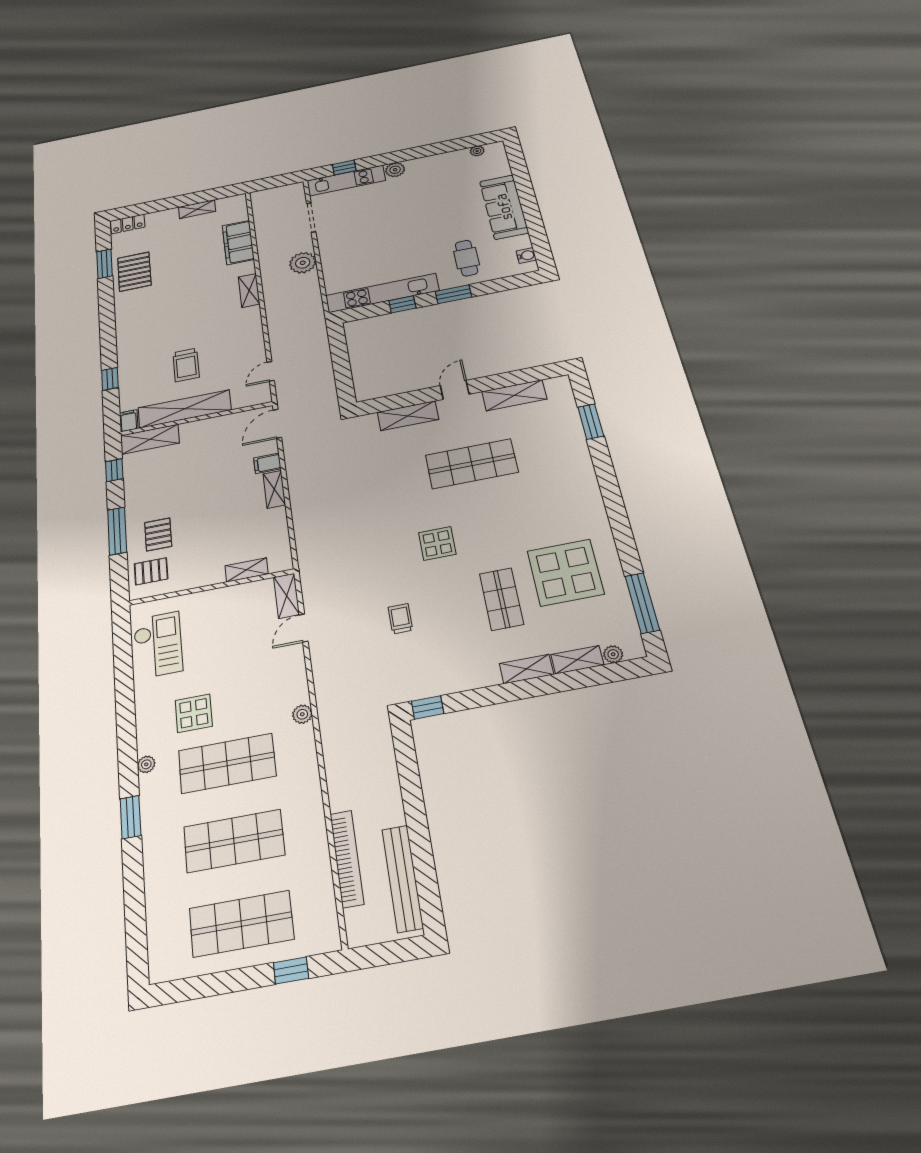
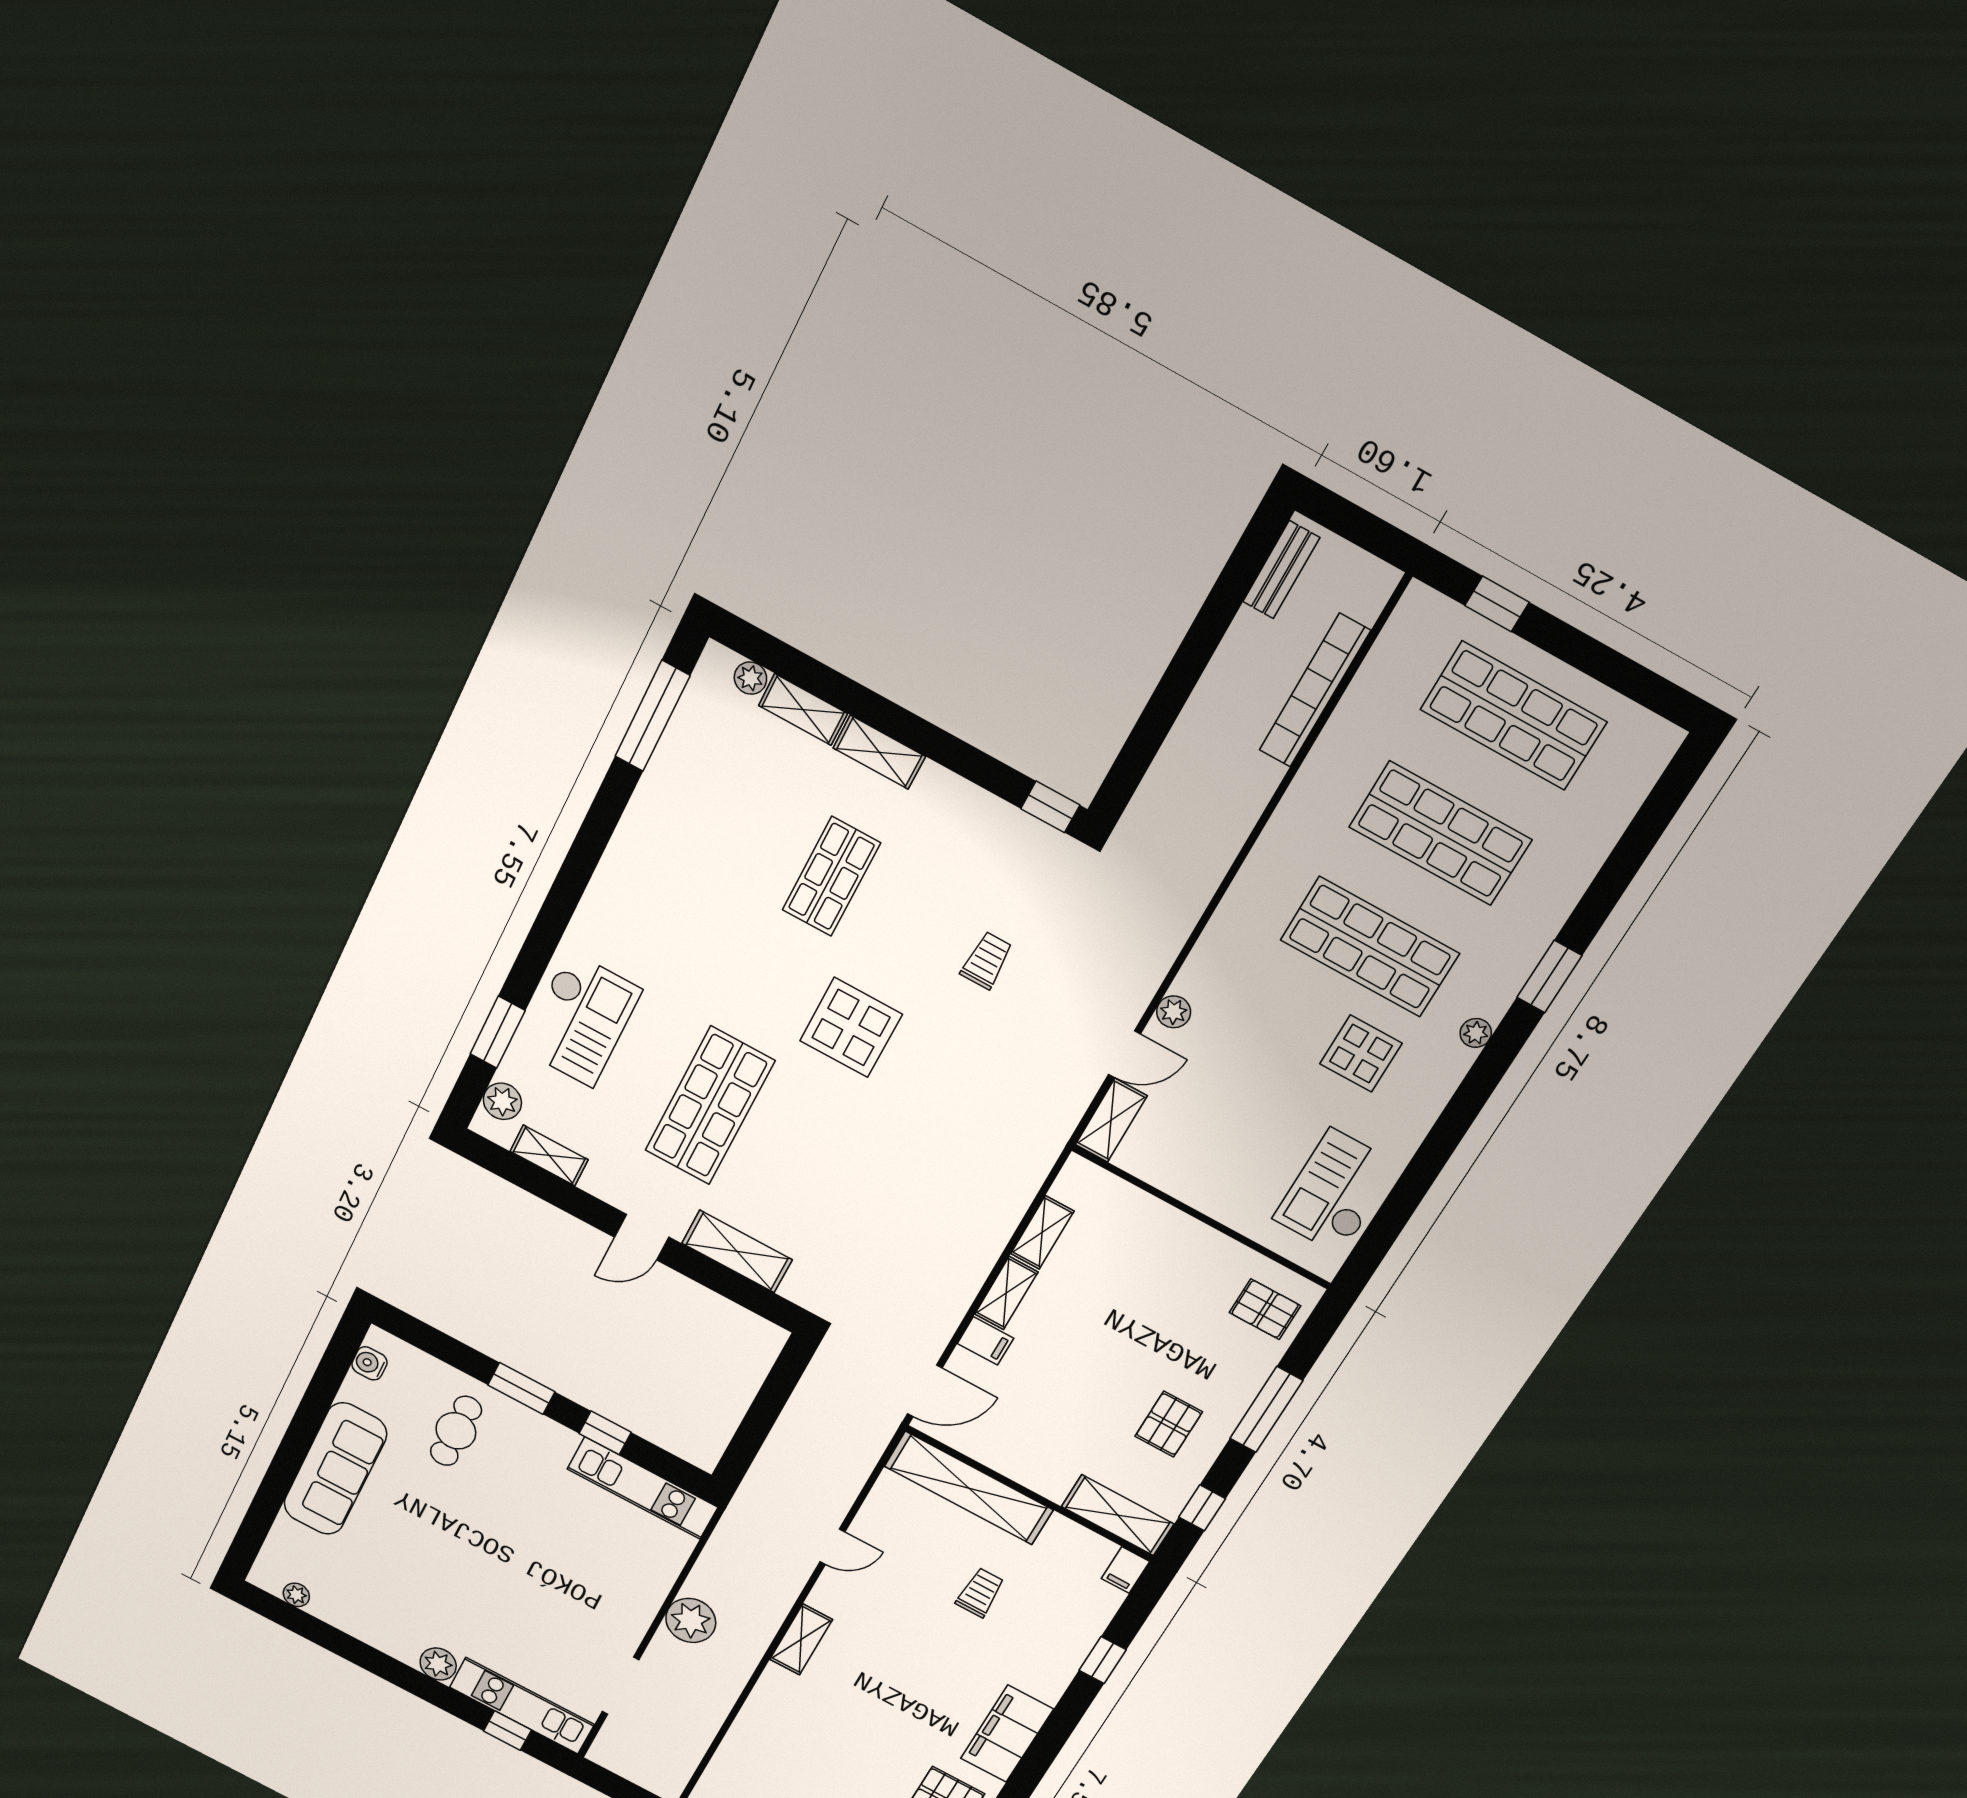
filing cabinet: (238, 243) -> (1007, 1734), moved, turned 180
kitchen unit: (382, 293) -> (643, 1488), width x0.73
trolley: (186, 365) -> (980, 1593), width x0.73, depth x0.72
door: (271, 371) -> (832, 1547), moved
shelving: (514, 395) -> (549, 1155), width x0.67, depth x0.75
plant: (563, 396) -> (502, 1101), added
shelving: (184, 409) -> (969, 1488), moved
checkout: (560, 454) -> (580, 1019), added
shop shelf: (472, 464) -> (710, 1106), turned 90
pallet: (158, 534) -> (1169, 1424), moved
display table: (437, 543) -> (851, 1027), width x1.36, depth x1.36
shelving: (247, 570) -> (1042, 1232), moved, turned 90
display table: (565, 572) -> (716, 843), removed
trolley: (400, 619) -> (987, 960), turned 180
plant: (302, 714) -> (1174, 1012), moved
bench: (402, 878) -> (1281, 570), width x0.54, depth x0.82

